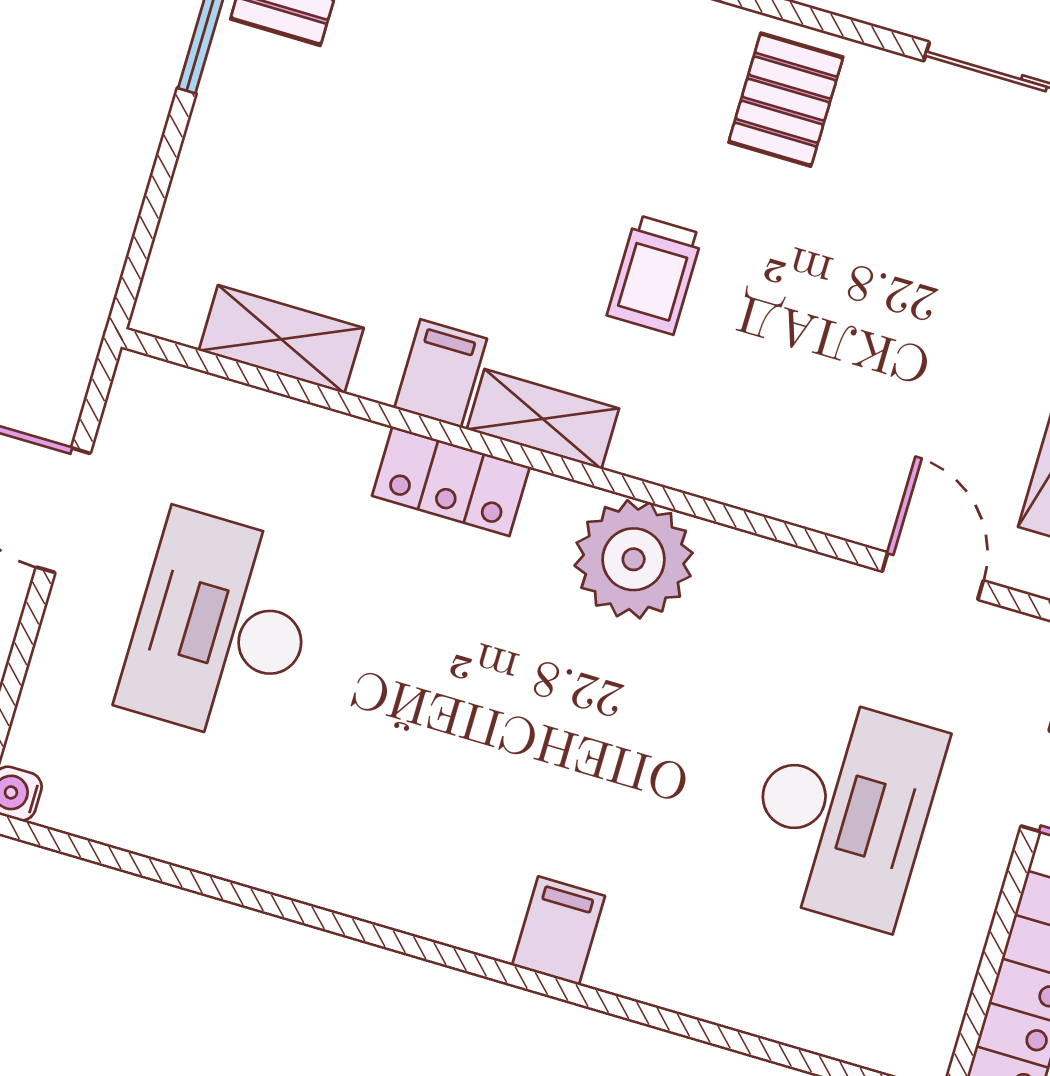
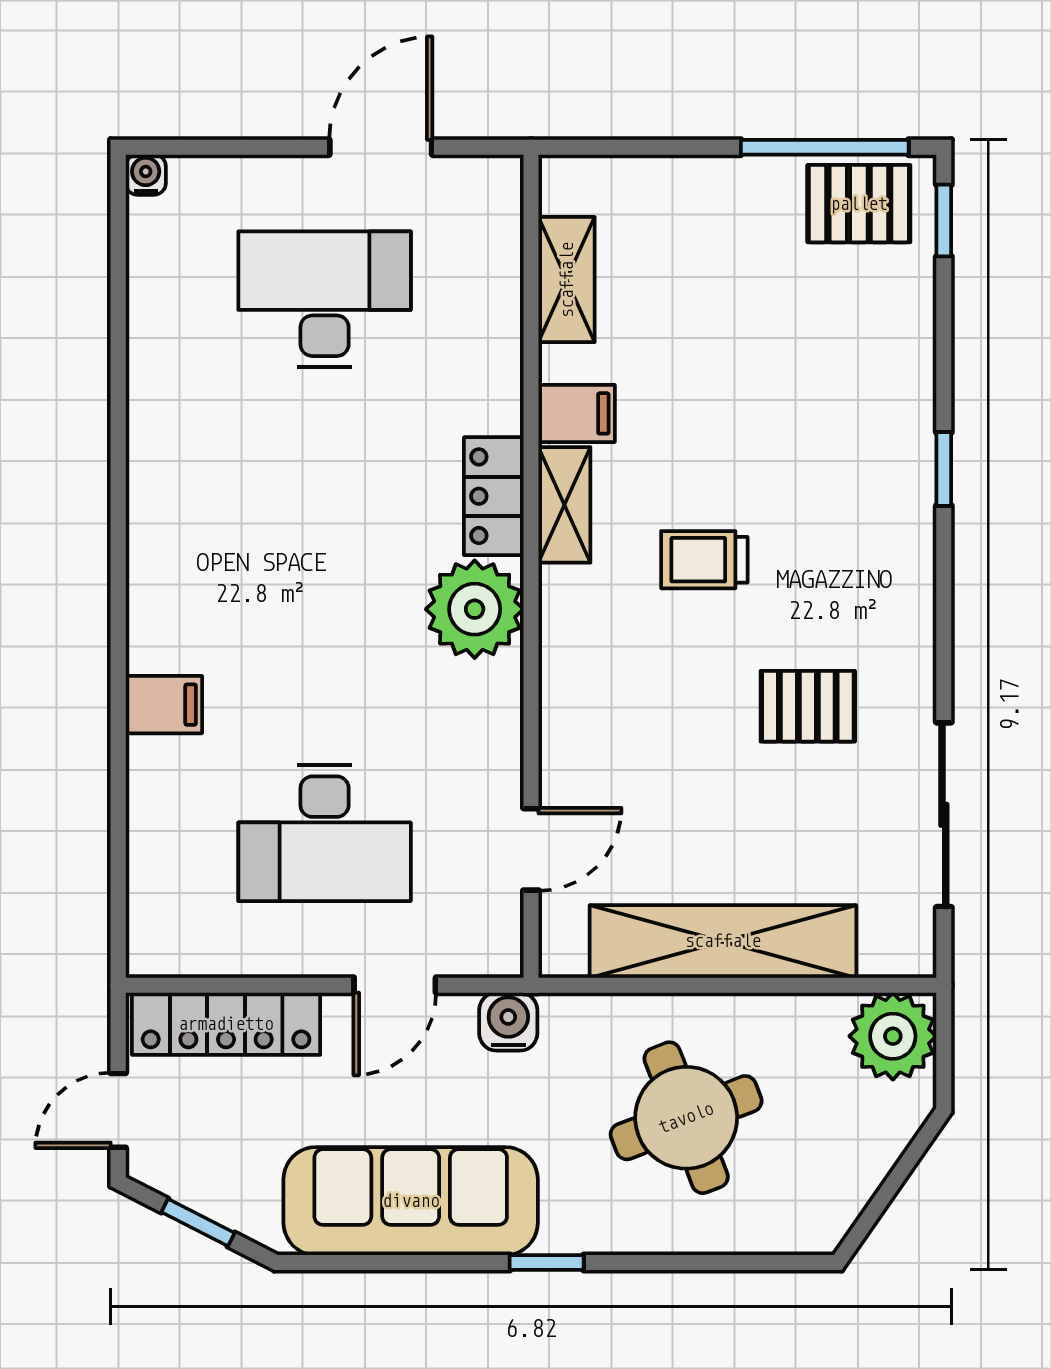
pallet: (786, 100) -> (808, 706), moved
locker: (451, 481) -> (494, 496), moved
filing cabinet: (559, 931) -> (164, 705), moved

